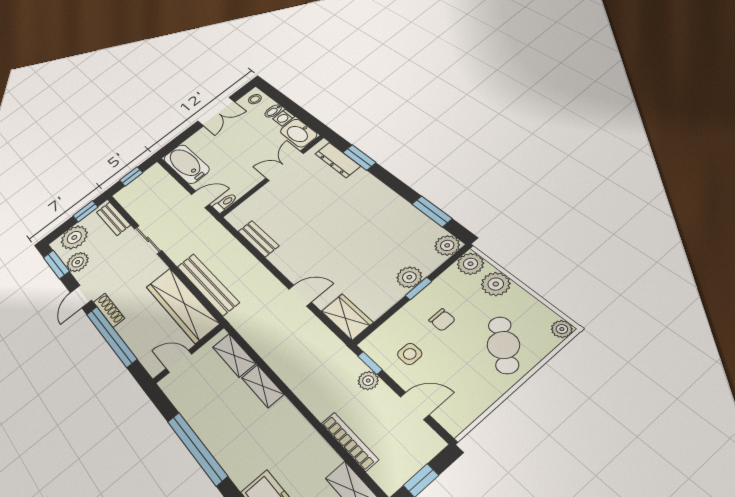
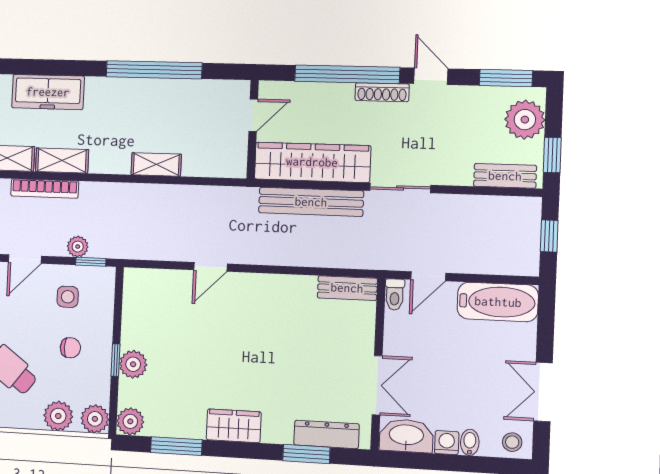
sliding door: (148, 239) -> (400, 188), moved
bench: (258, 239) -> (347, 288), moved
plant: (78, 262) -> (483, 101), removed
wardrobe: (347, 317) -> (234, 426), moved, turned 180
chair: (442, 320) -> (70, 348), turned 180
shelving: (234, 355) -> (62, 160), moved

